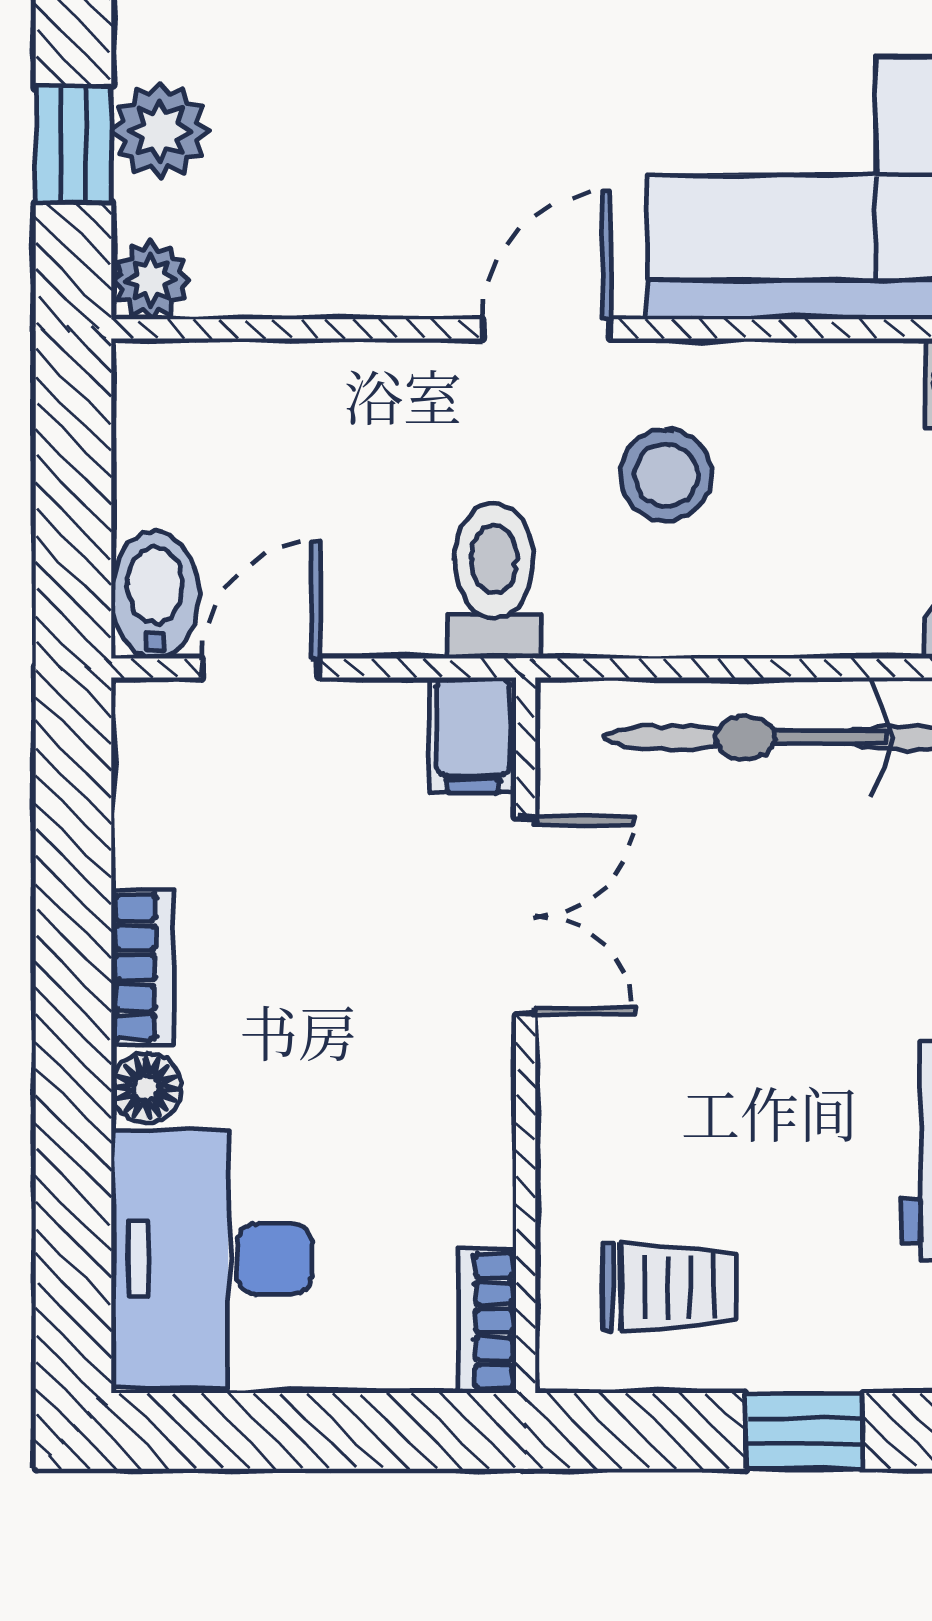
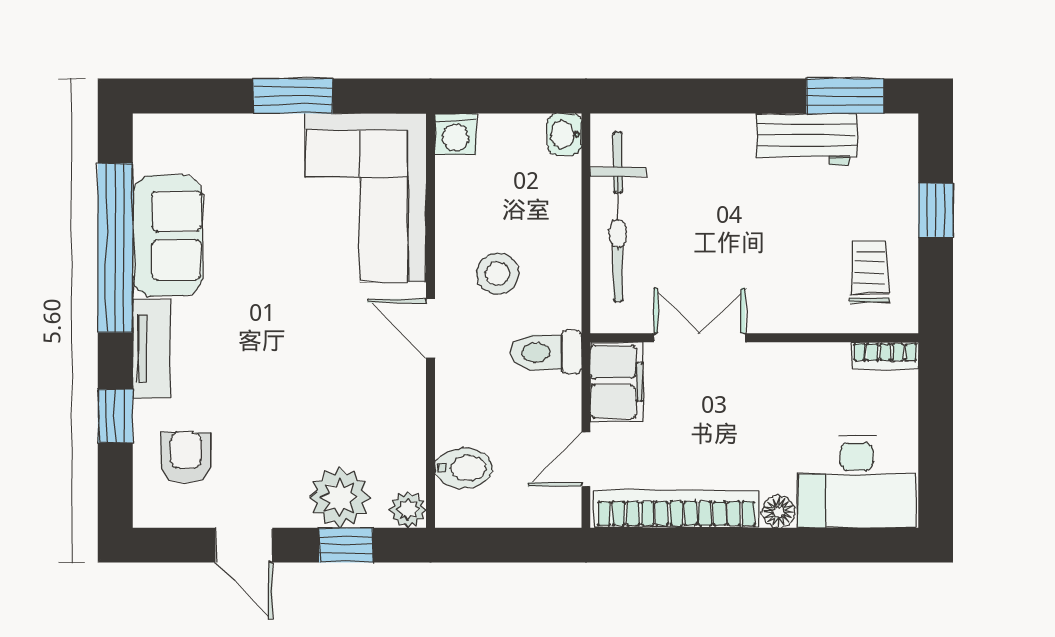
plant: (160, 131) -> (340, 497), width x1.36, depth x1.36
bidet: (155, 595) -> (464, 468), moved, turned 180
door: (261, 668) -> (586, 459), hinge flipped
filing cabinet: (473, 735) -> (617, 382), width x2.00
bookcase: (142, 967) -> (676, 509), width x2.31, depth x1.31

